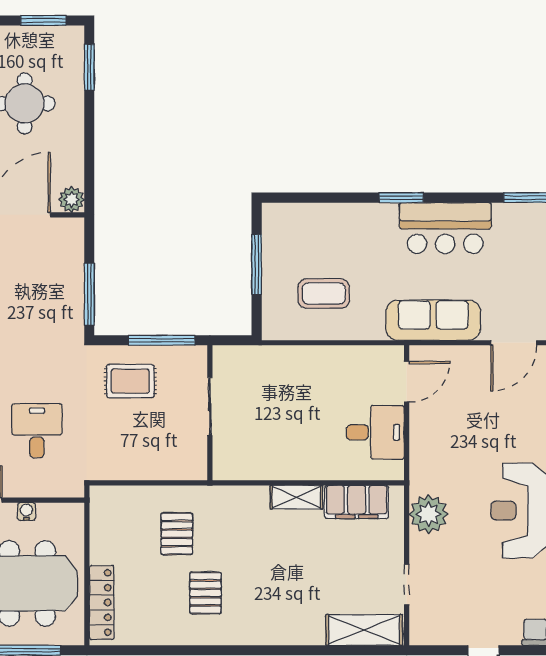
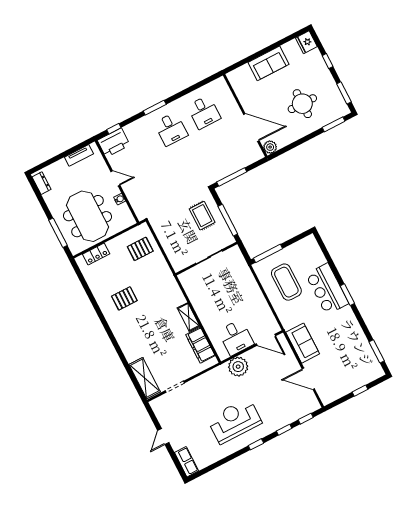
bar counter: (445, 228) -> (327, 289), moved
window: (257, 265) -> (268, 253), moved
coffee table: (324, 293) -> (286, 282), width x1.36, depth x1.32
sofa: (433, 320) -> (303, 343), width x0.73
desk: (37, 431) -> (158, 185), removed
plant: (429, 514) -> (238, 367), moved
pallet: (177, 534) -> (140, 249), moved
locker: (102, 603) -> (96, 254), width x0.66

